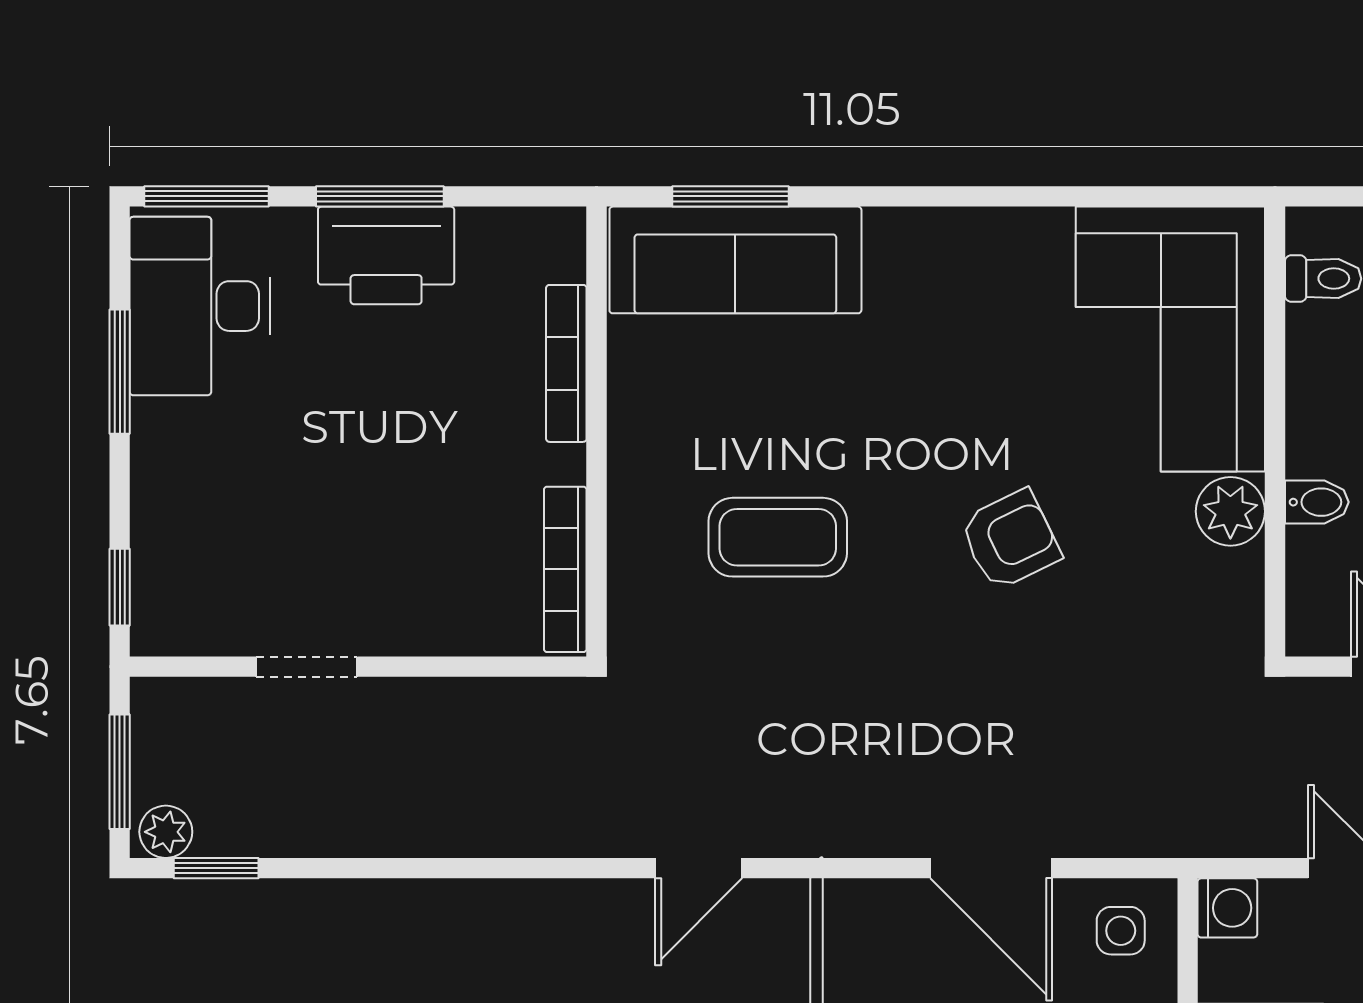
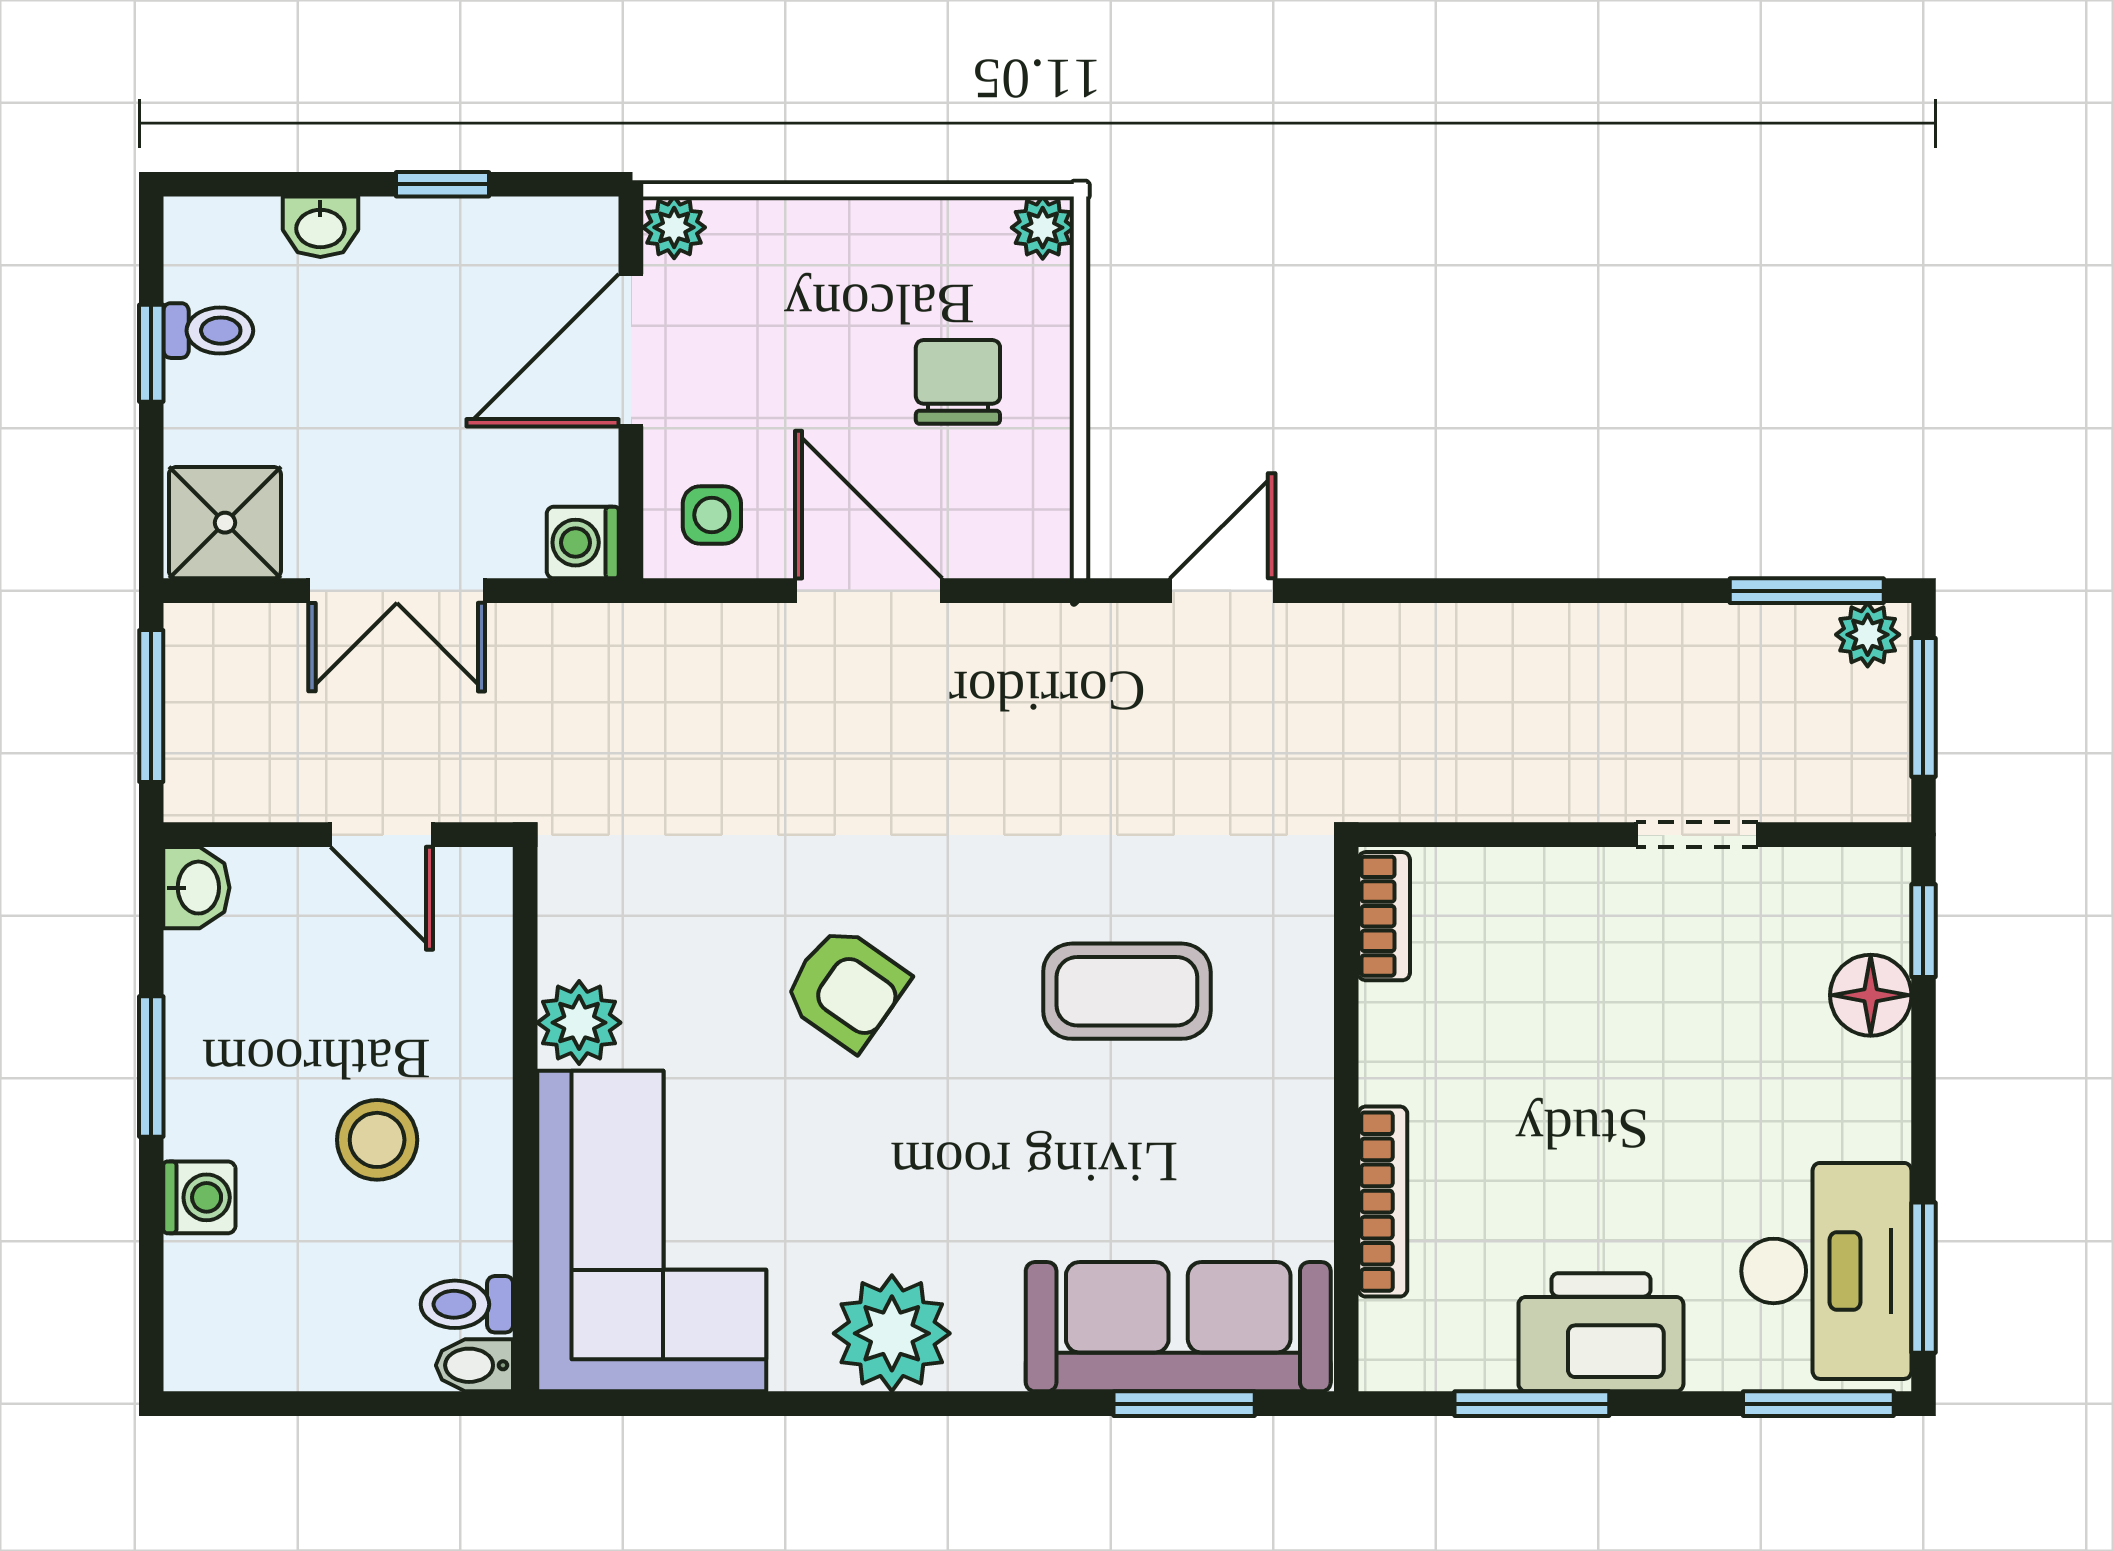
window: (380, 196) -> (1532, 1404), moved
plant: (972, 255) -> (892, 1333), added
window: (120, 372) -> (1923, 1278), moved
bidet: (1317, 502) -> (474, 1365), moved
floor lamp: (163, 534) -> (1871, 995), added
armchair: (1010, 540) -> (846, 988), turned -119
bookcase: (565, 569) -> (1384, 916), width x0.64
window: (216, 868) -> (1807, 591), width x1.50

